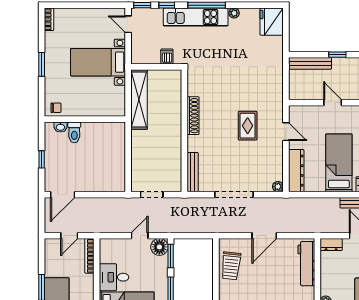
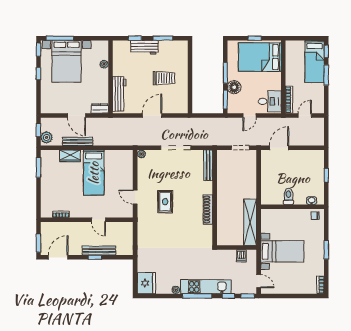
dishwasher: (167, 57) -> (241, 256), moved
bench: (310, 63) -> (99, 250), moved
toilet: (74, 132) -> (288, 196), moved
dresser: (296, 171) -> (127, 166), removed
door: (63, 195) -> (279, 148), moved
floor lamp: (159, 247) -> (234, 87), moved
trolley: (231, 266) -> (164, 78), moved, turned 84
desk: (114, 277) -> (270, 101), moved

